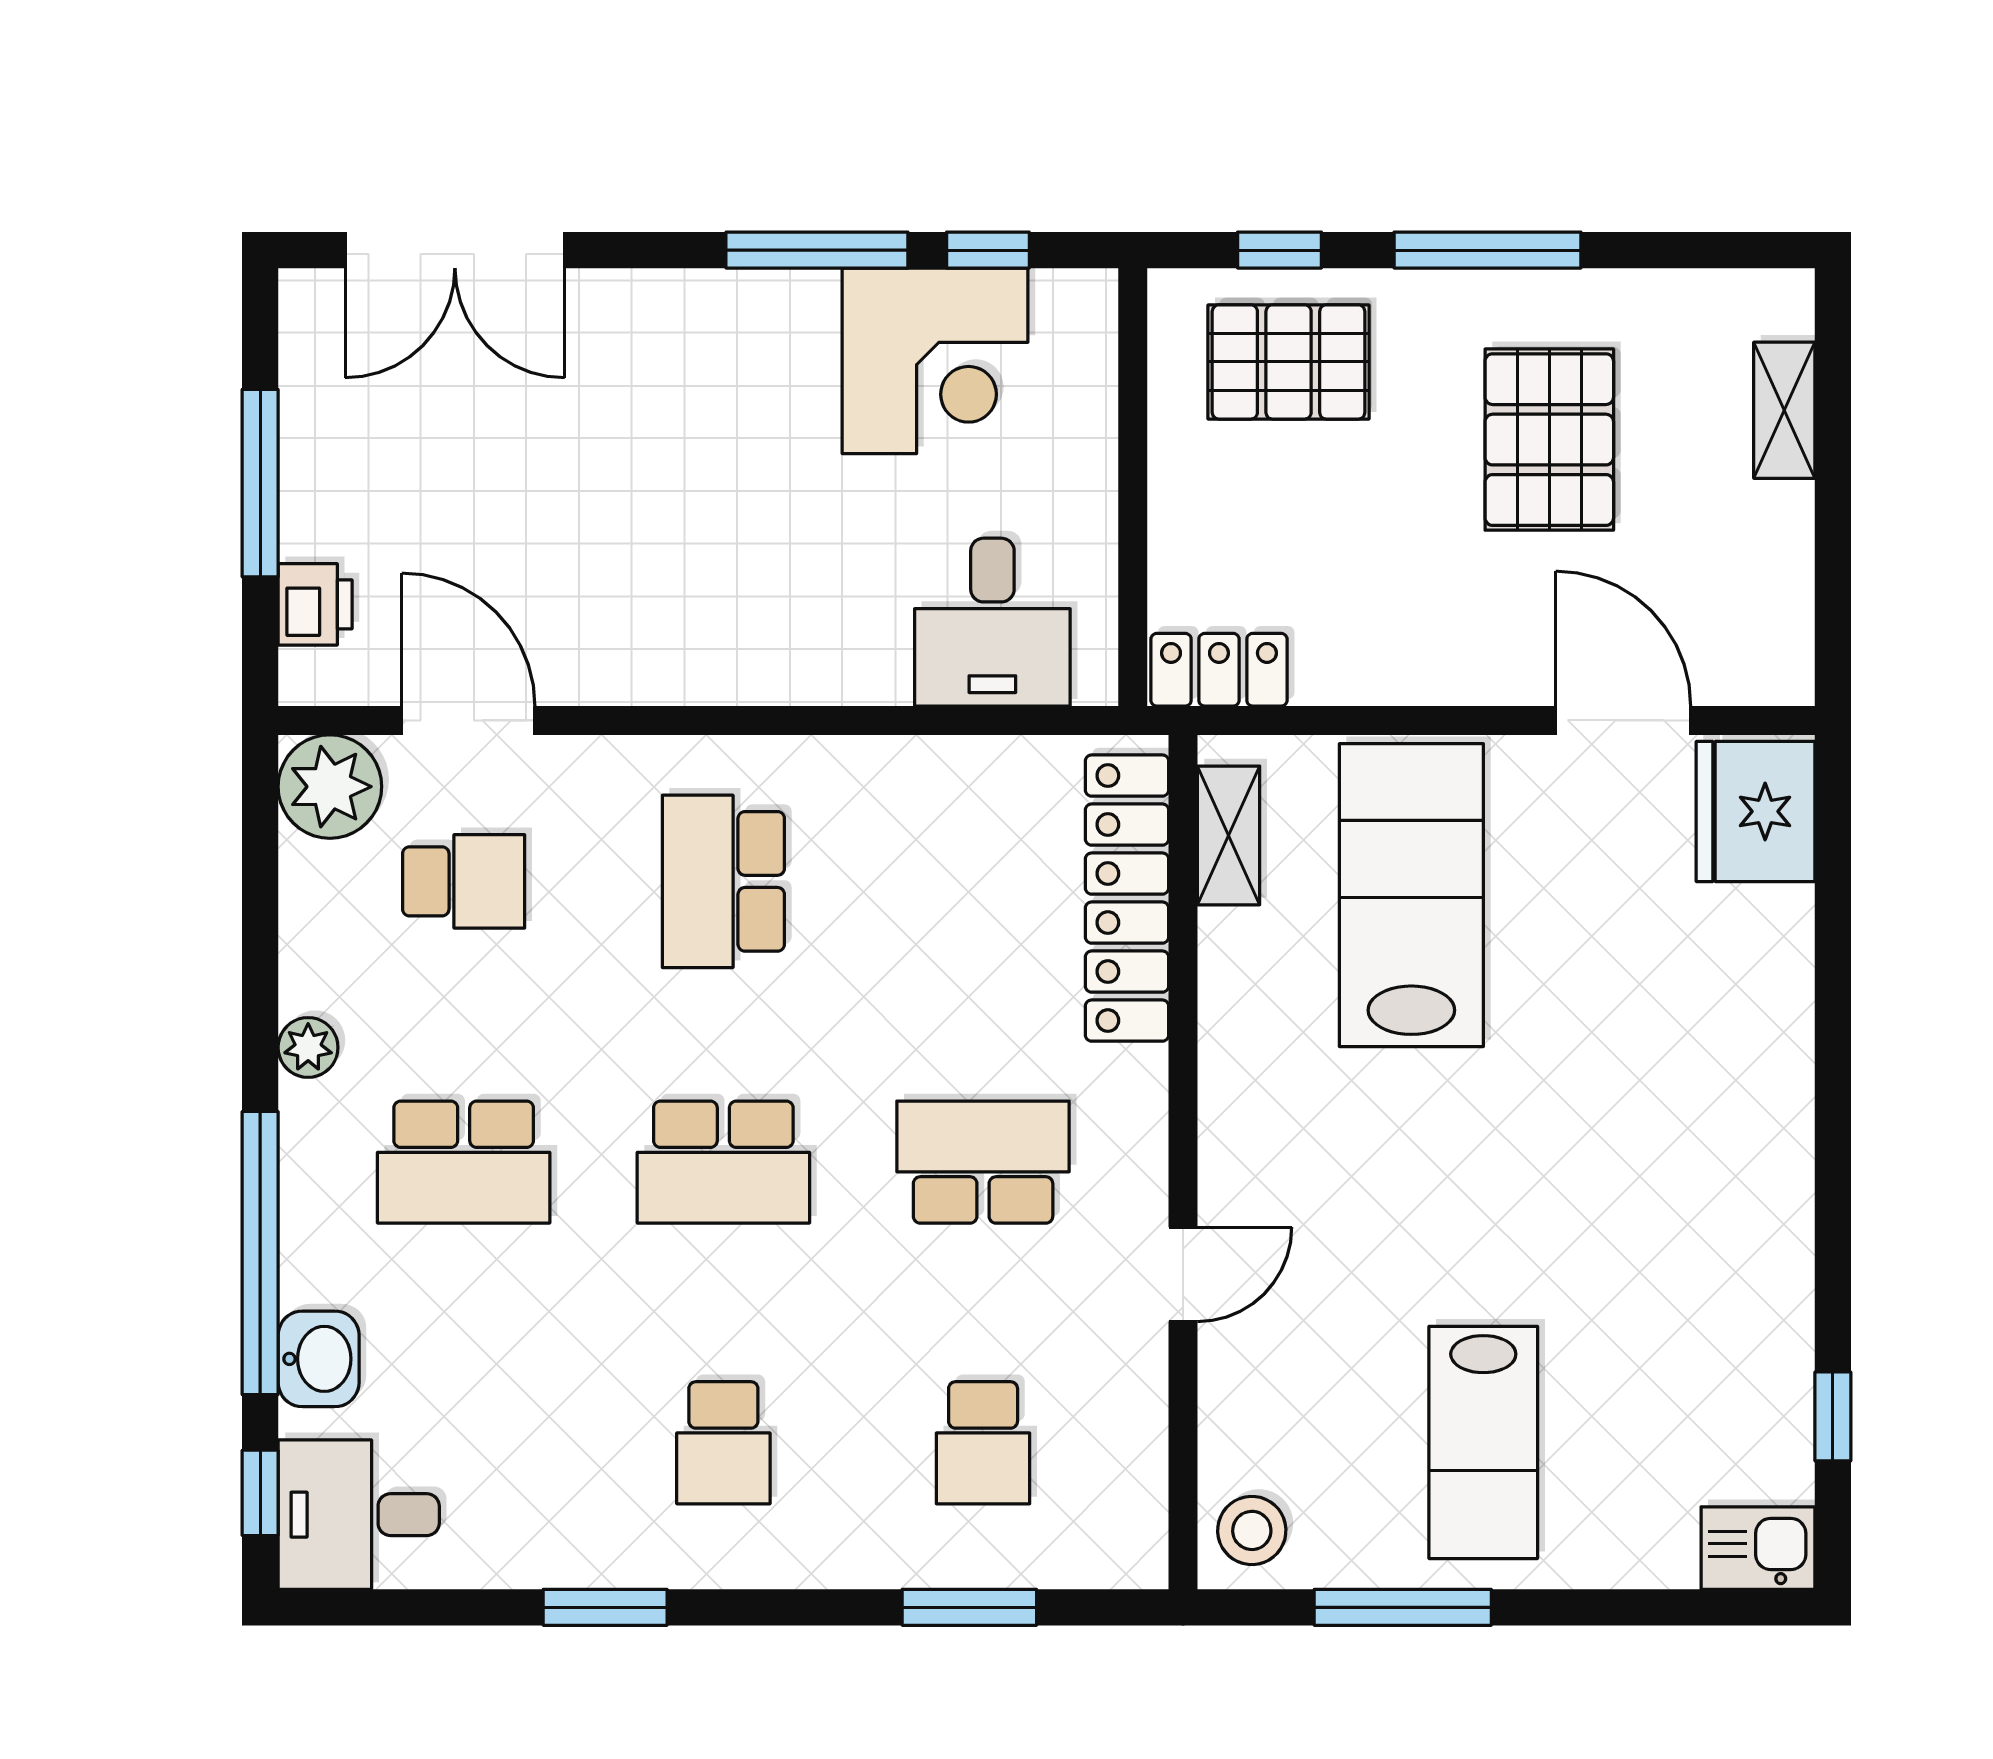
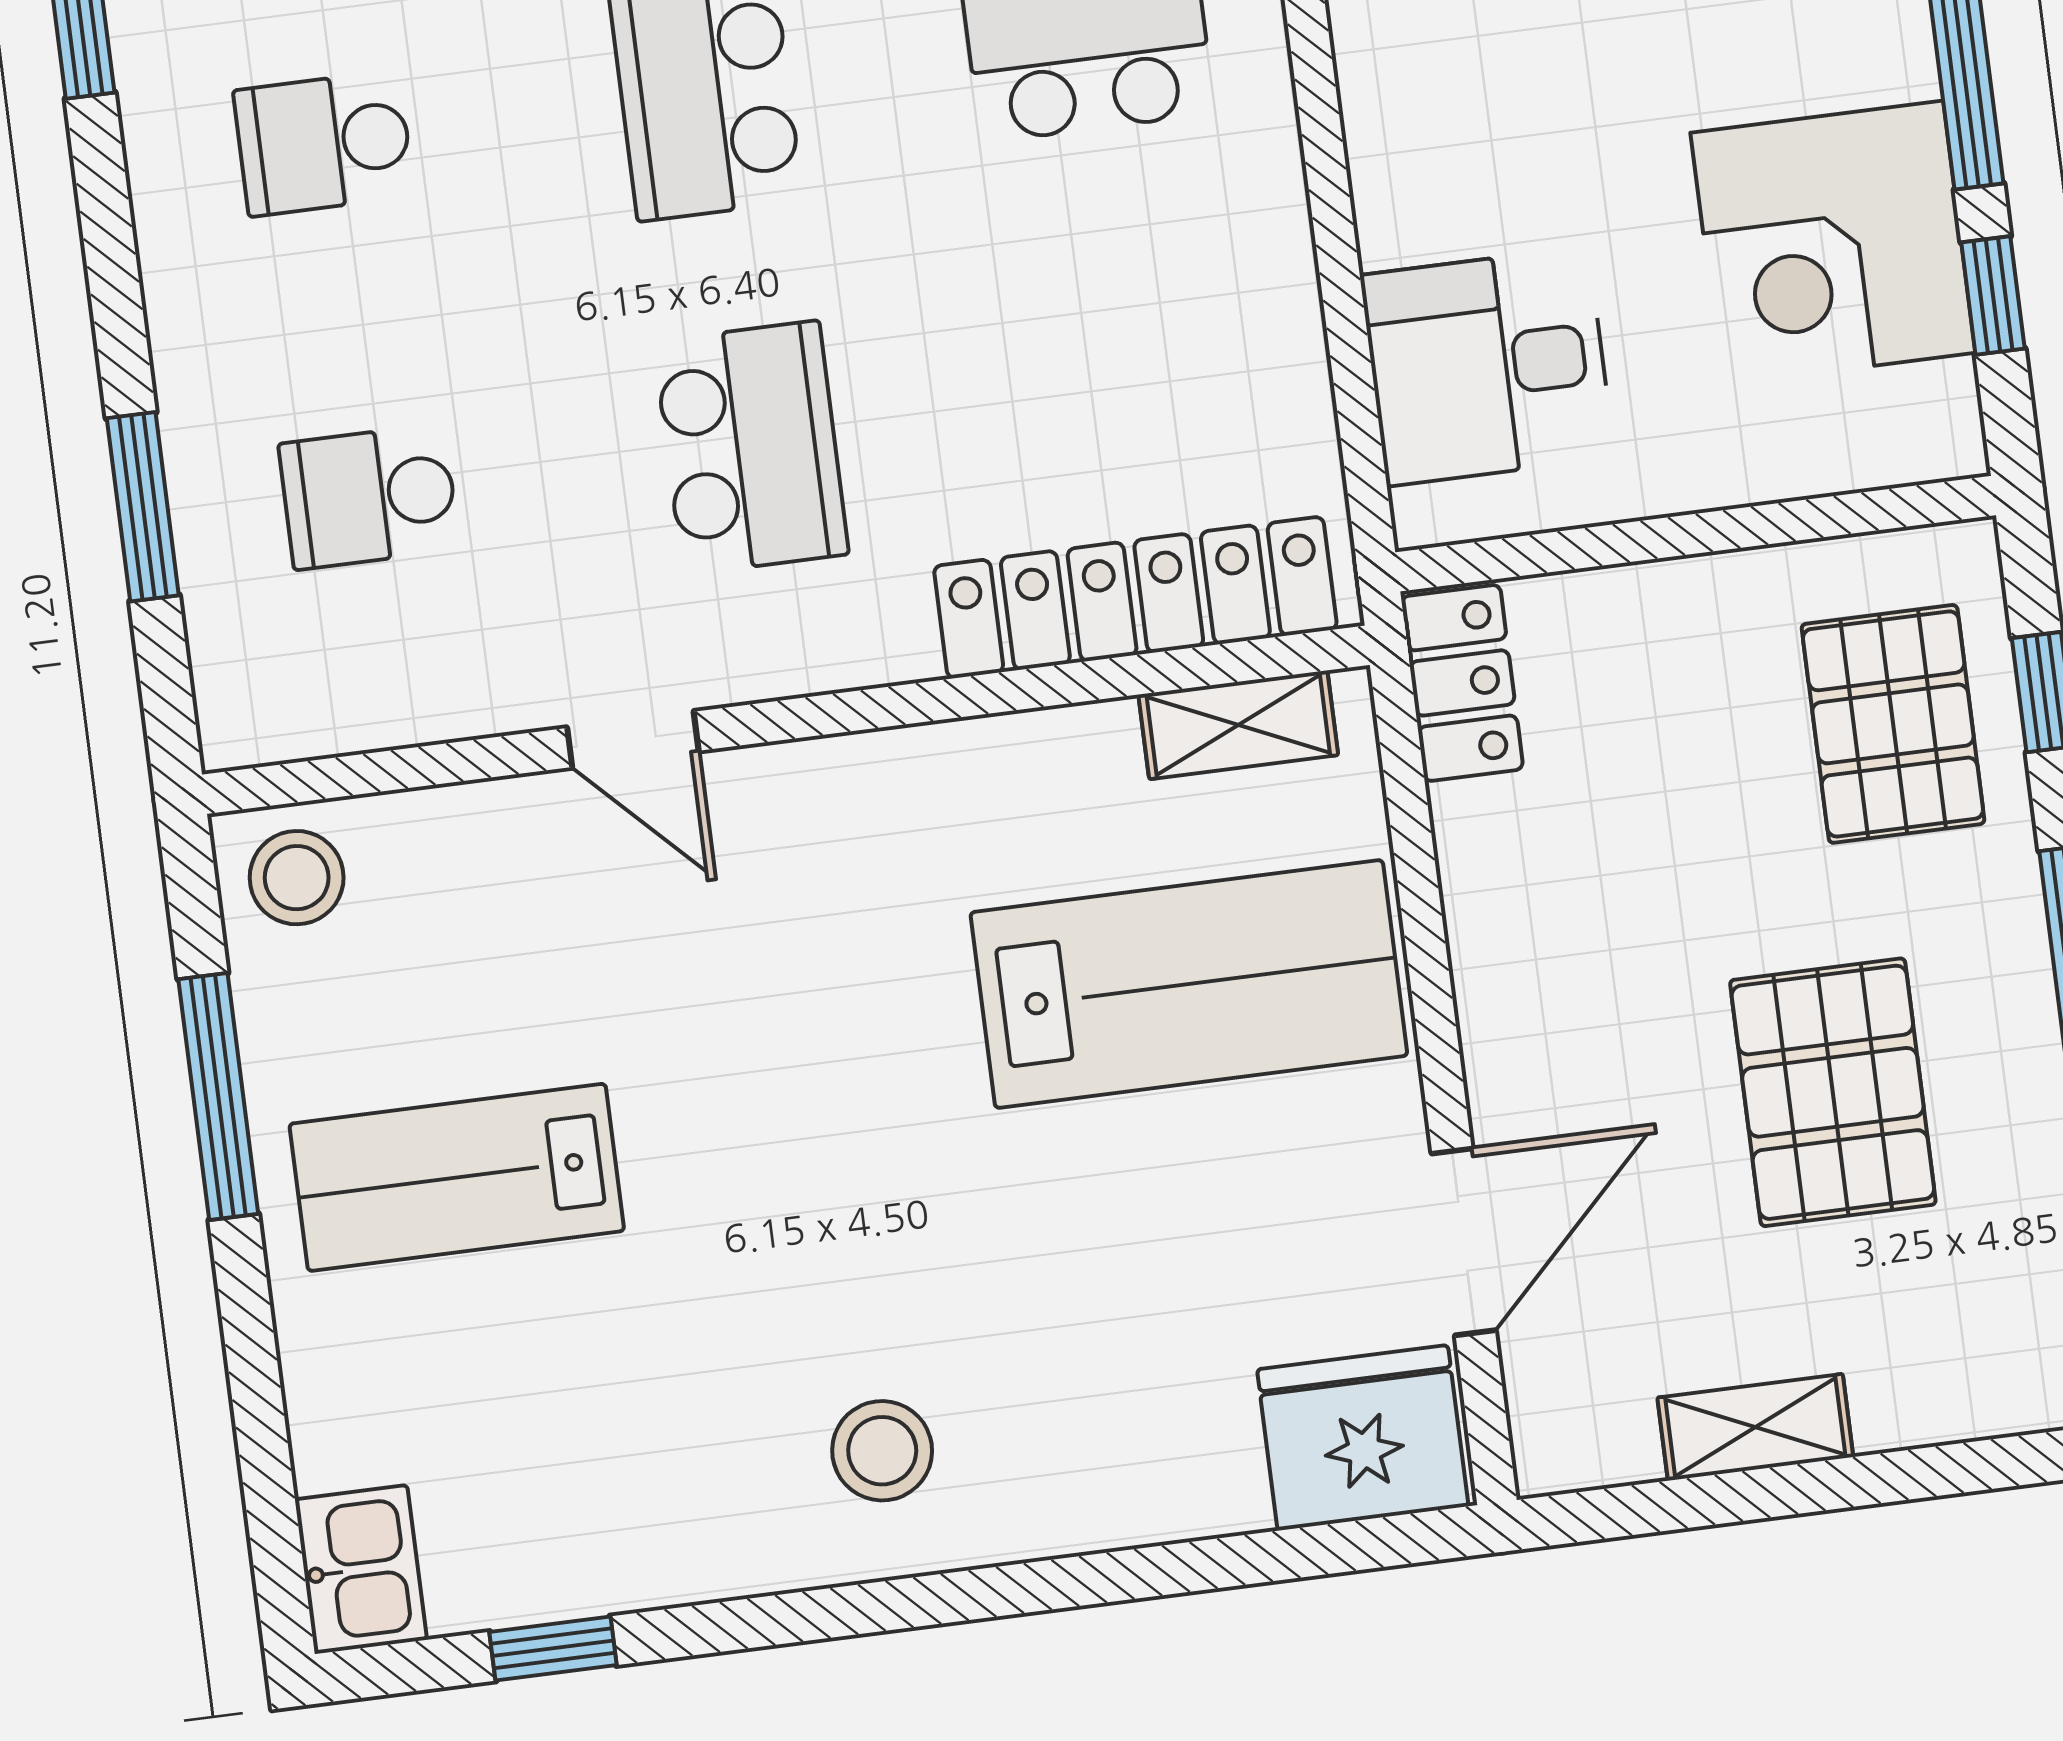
shelving: (1784, 410) -> (1755, 1427), moved
pallet: (1549, 440) -> (1833, 1092), turned 90
stool: (1720, 1160) -> (882, 1451), added

